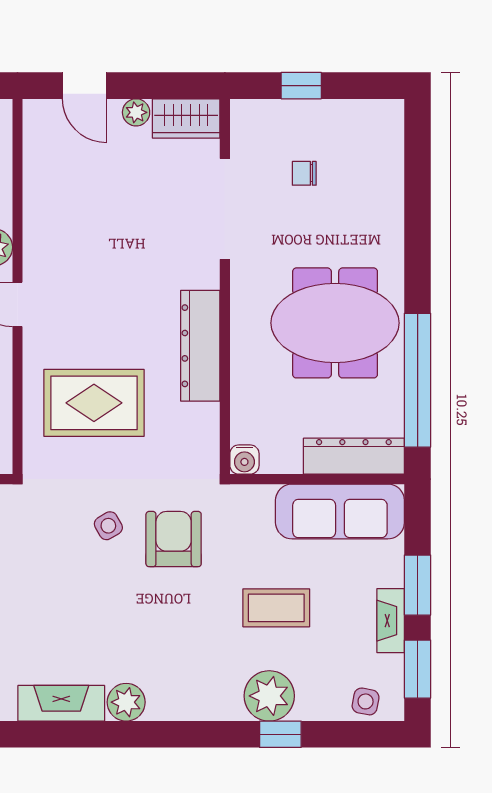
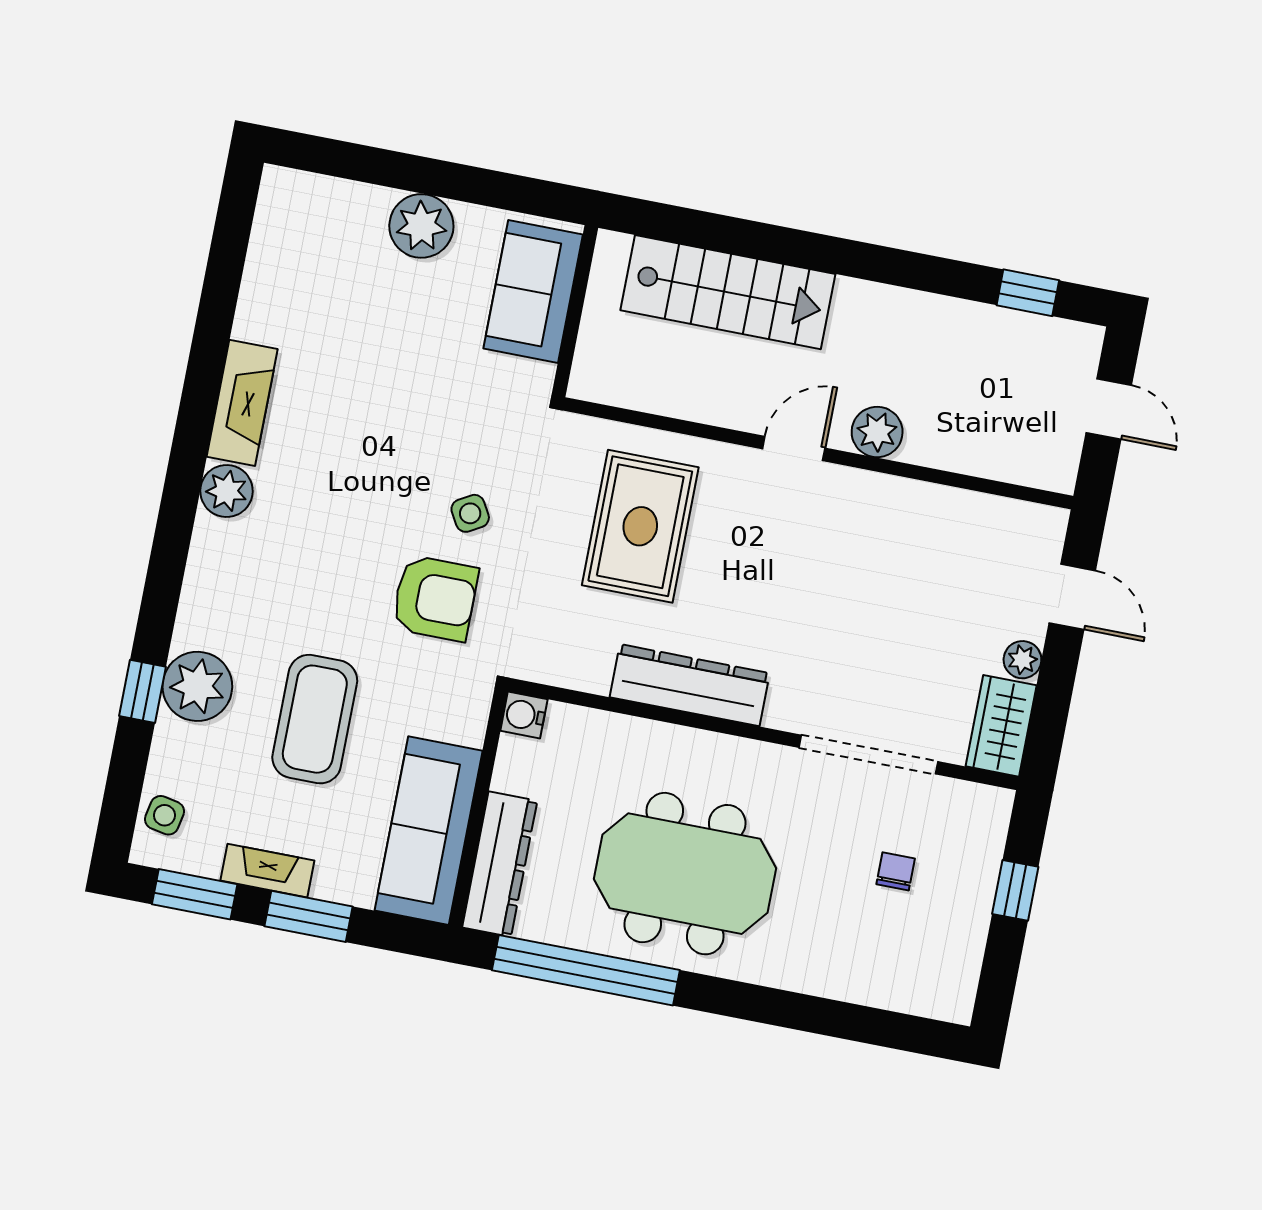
door: (84, 86) -> (1072, 597), swing flipped
meeting table: (335, 323) -> (685, 874), turned 90
coffee table: (276, 608) -> (315, 719), width x1.36, depth x1.32

